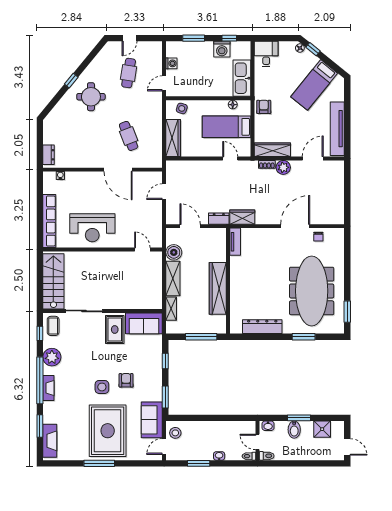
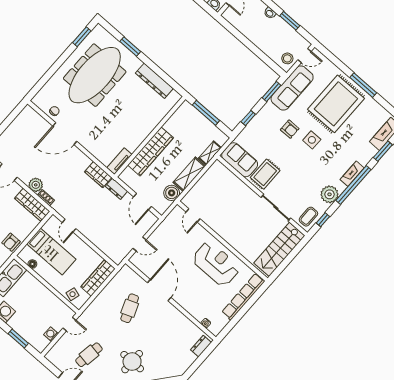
wardrobe: (218, 288) -> (151, 151), moved
armchair: (126, 380) -> (290, 129), turned -90
sofa: (152, 420) -> (292, 88), width x1.36

